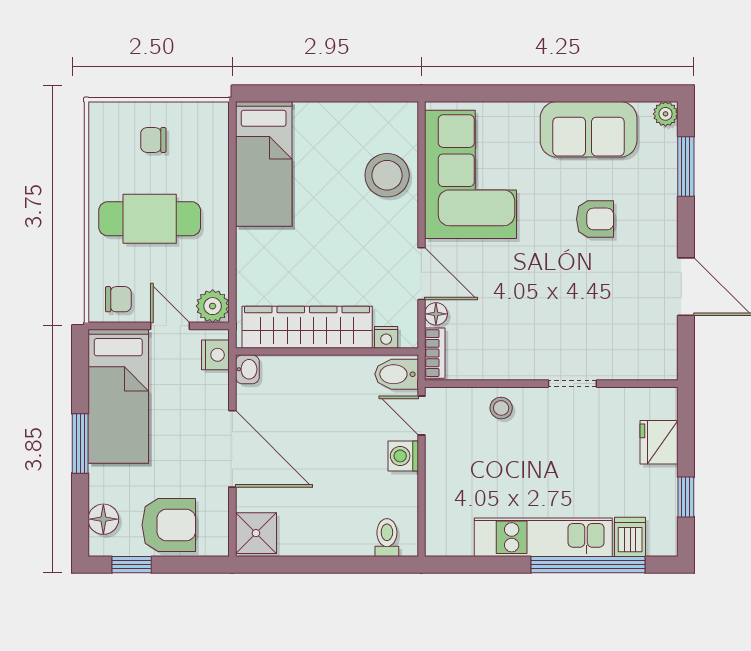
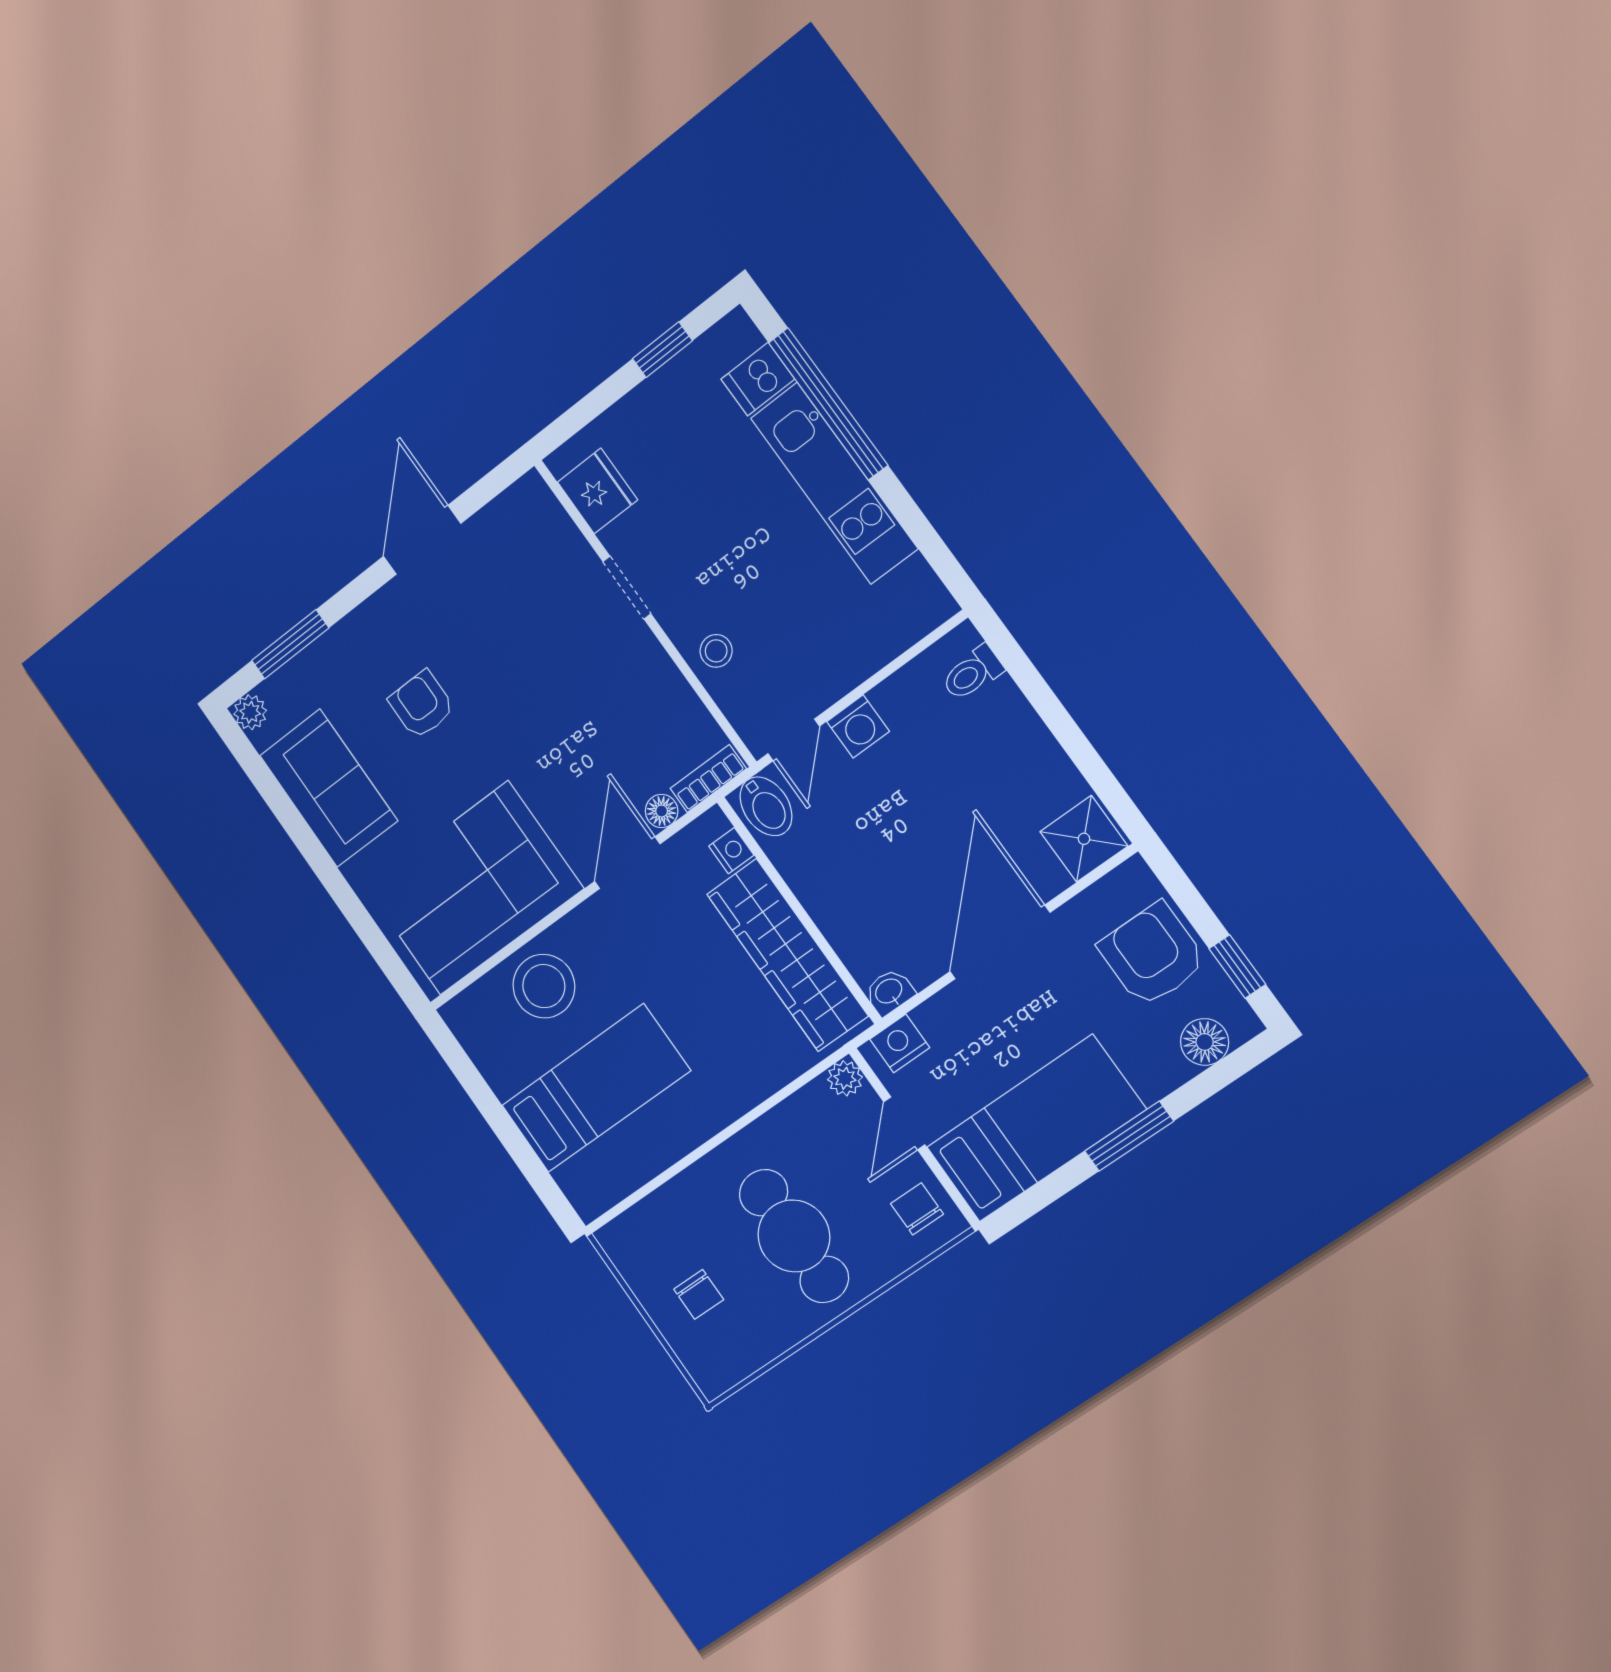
bed: (264, 164) -> (596, 1088), moved
plant: (213, 306) -> (845, 1078), width x0.73, depth x0.73
fridge: (659, 442) -> (598, 491), moved, turned -90

